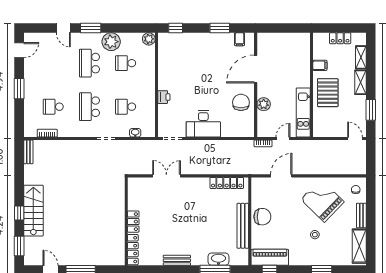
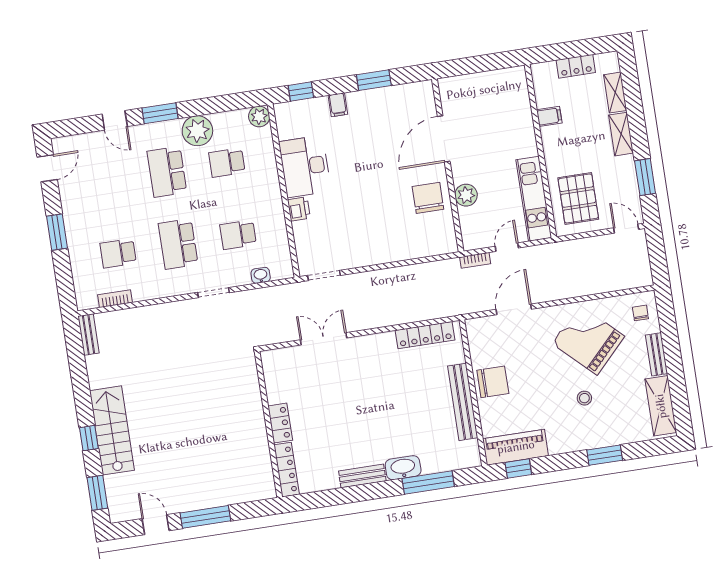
filing cabinet: (240, 39) -> (338, 105), moved
pallet: (328, 93) -> (578, 198), moved
desk: (203, 124) -> (305, 166), moved, turned 90
washbasin: (218, 259) -> (403, 468), moved

